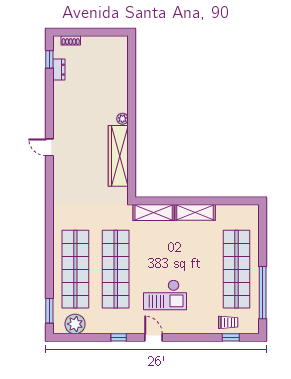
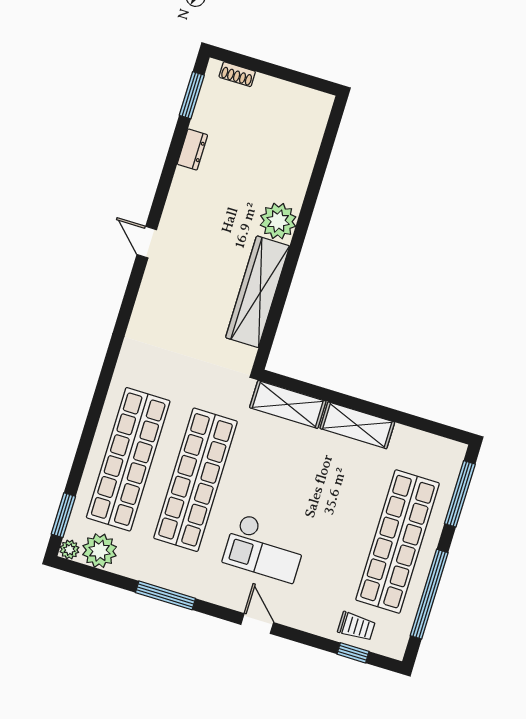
window: (49, 59) -> (192, 95), width x1.50
dresser: (59, 70) -> (192, 150), moved
plant: (122, 119) -> (278, 221), width x1.88, depth x1.88
window: (263, 233) -> (460, 494), added
plant: (58, 328) -> (69, 550), added
window: (119, 337) -> (165, 595), width x2.17
door: (154, 337) -> (257, 624), moved

